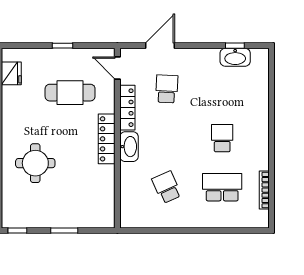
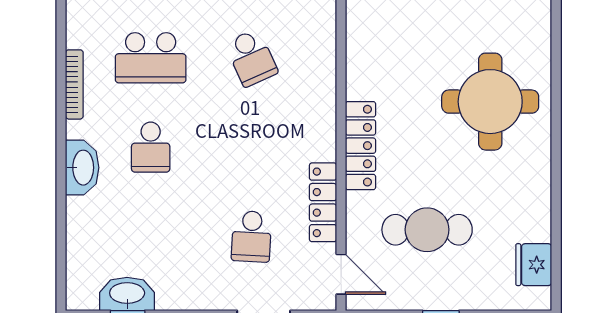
washbasin: (129, 147) -> (82, 168), moved, turned 180
round table: (35, 163) -> (490, 102), width x1.36, depth x1.36
bookcase: (264, 190) -> (74, 84), moved

